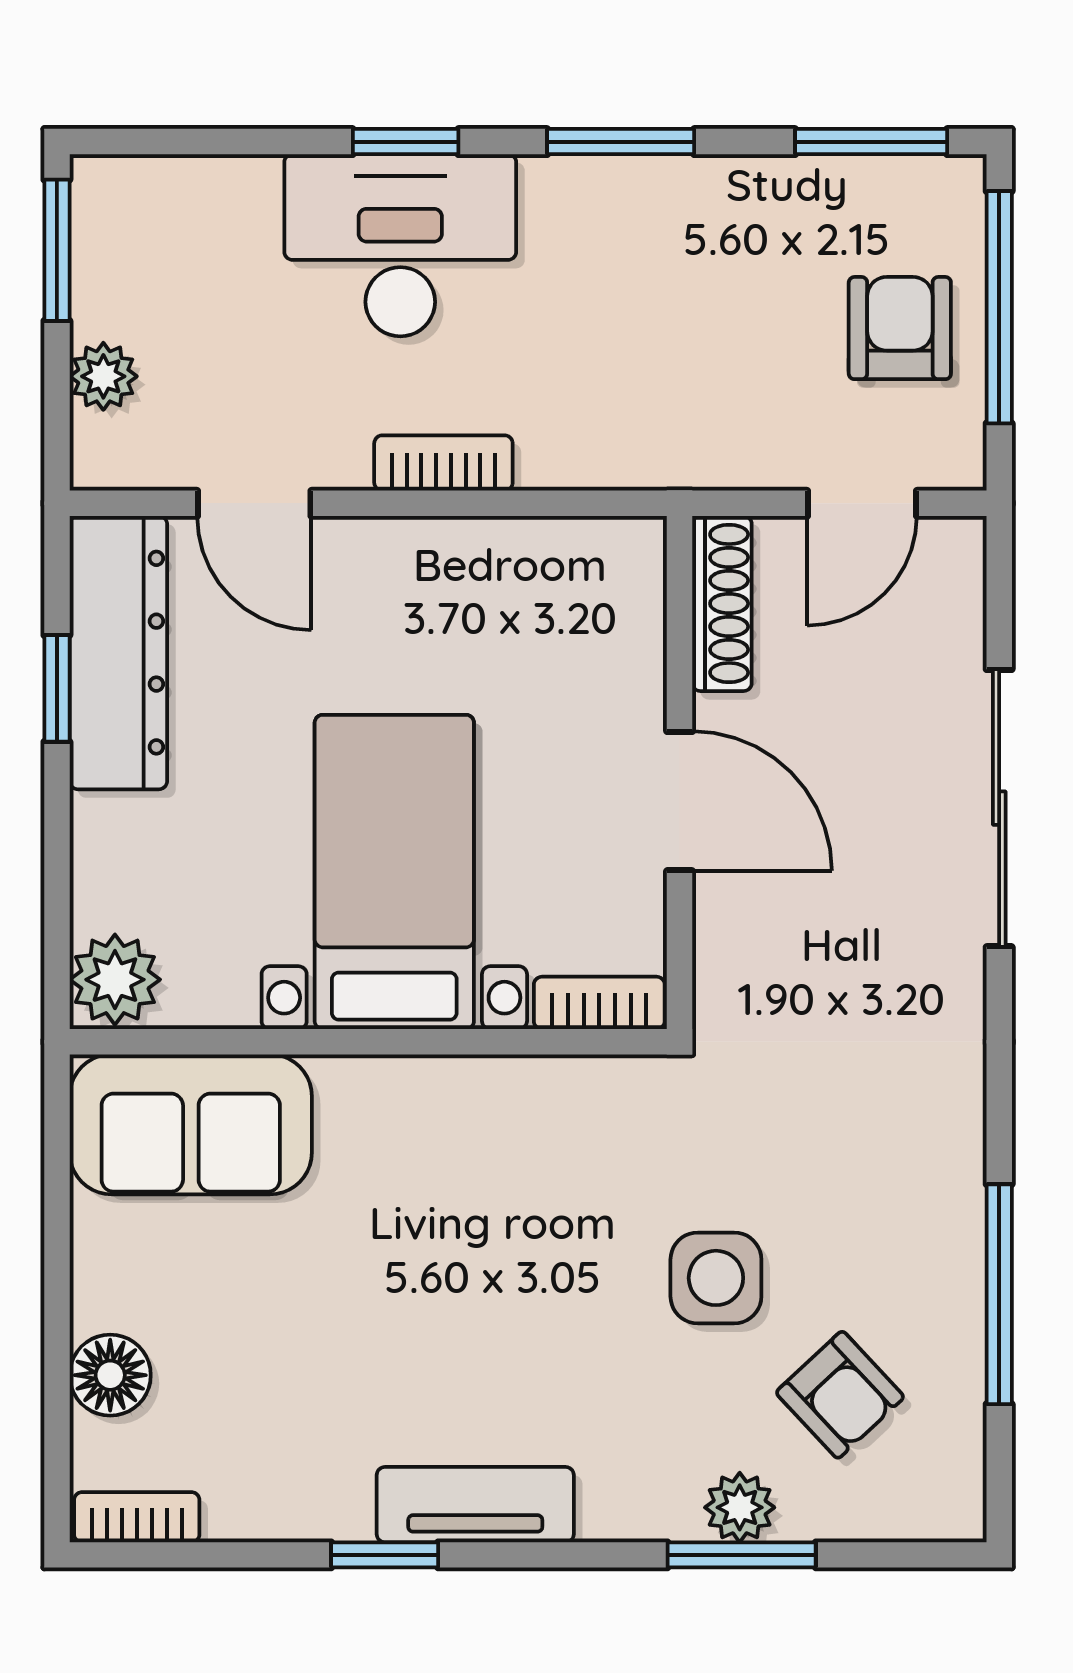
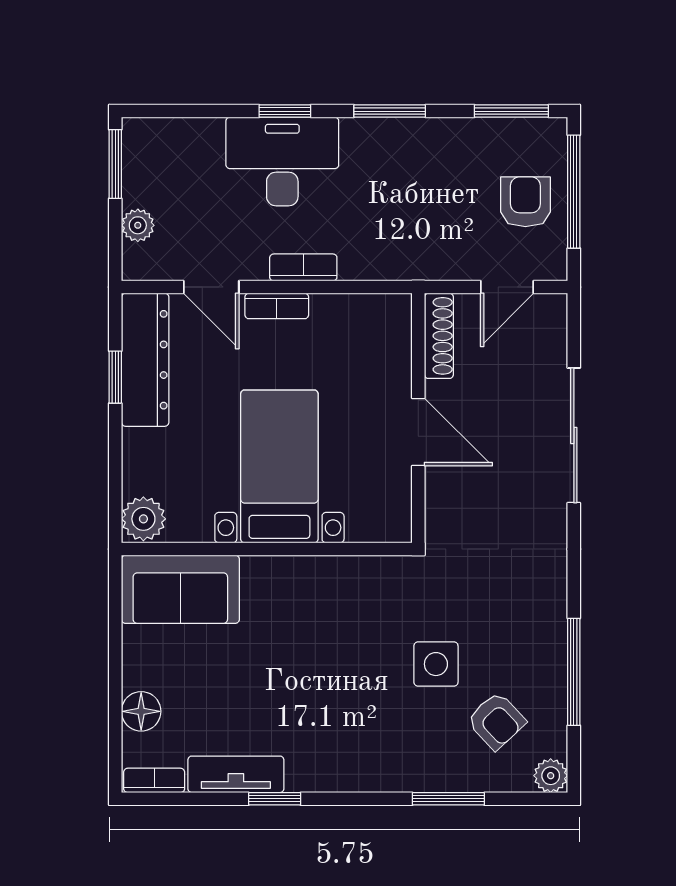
bookcase: (599, 1003) -> (277, 306), moved, turned 180
tv unit: (475, 1505) -> (236, 774), moved
plant: (740, 1507) -> (551, 776), moved

